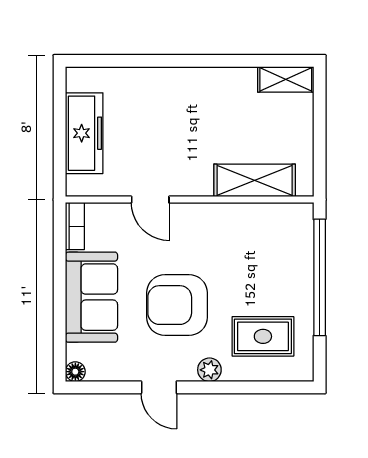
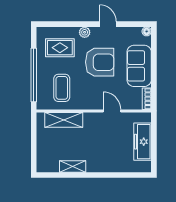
shelving: (286, 79) -> (73, 167), moved
coffee table: (259, 249) -> (62, 88), added

